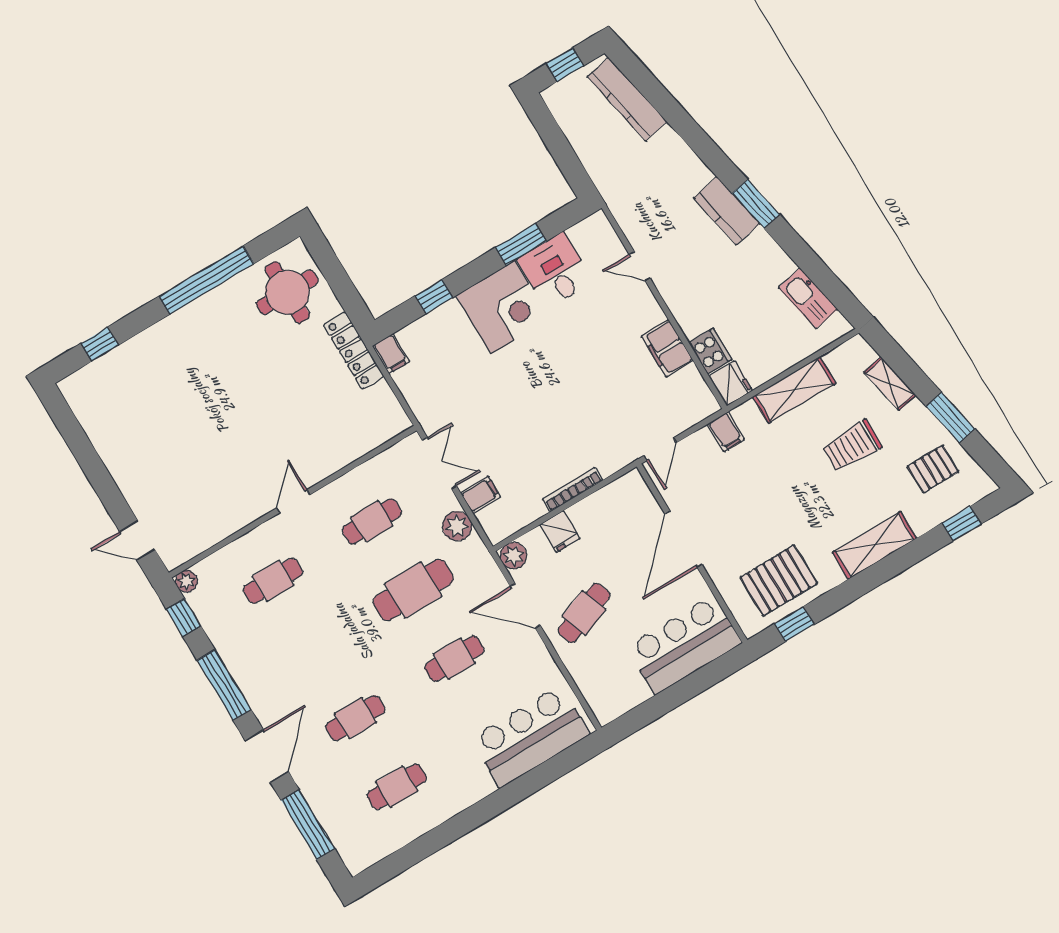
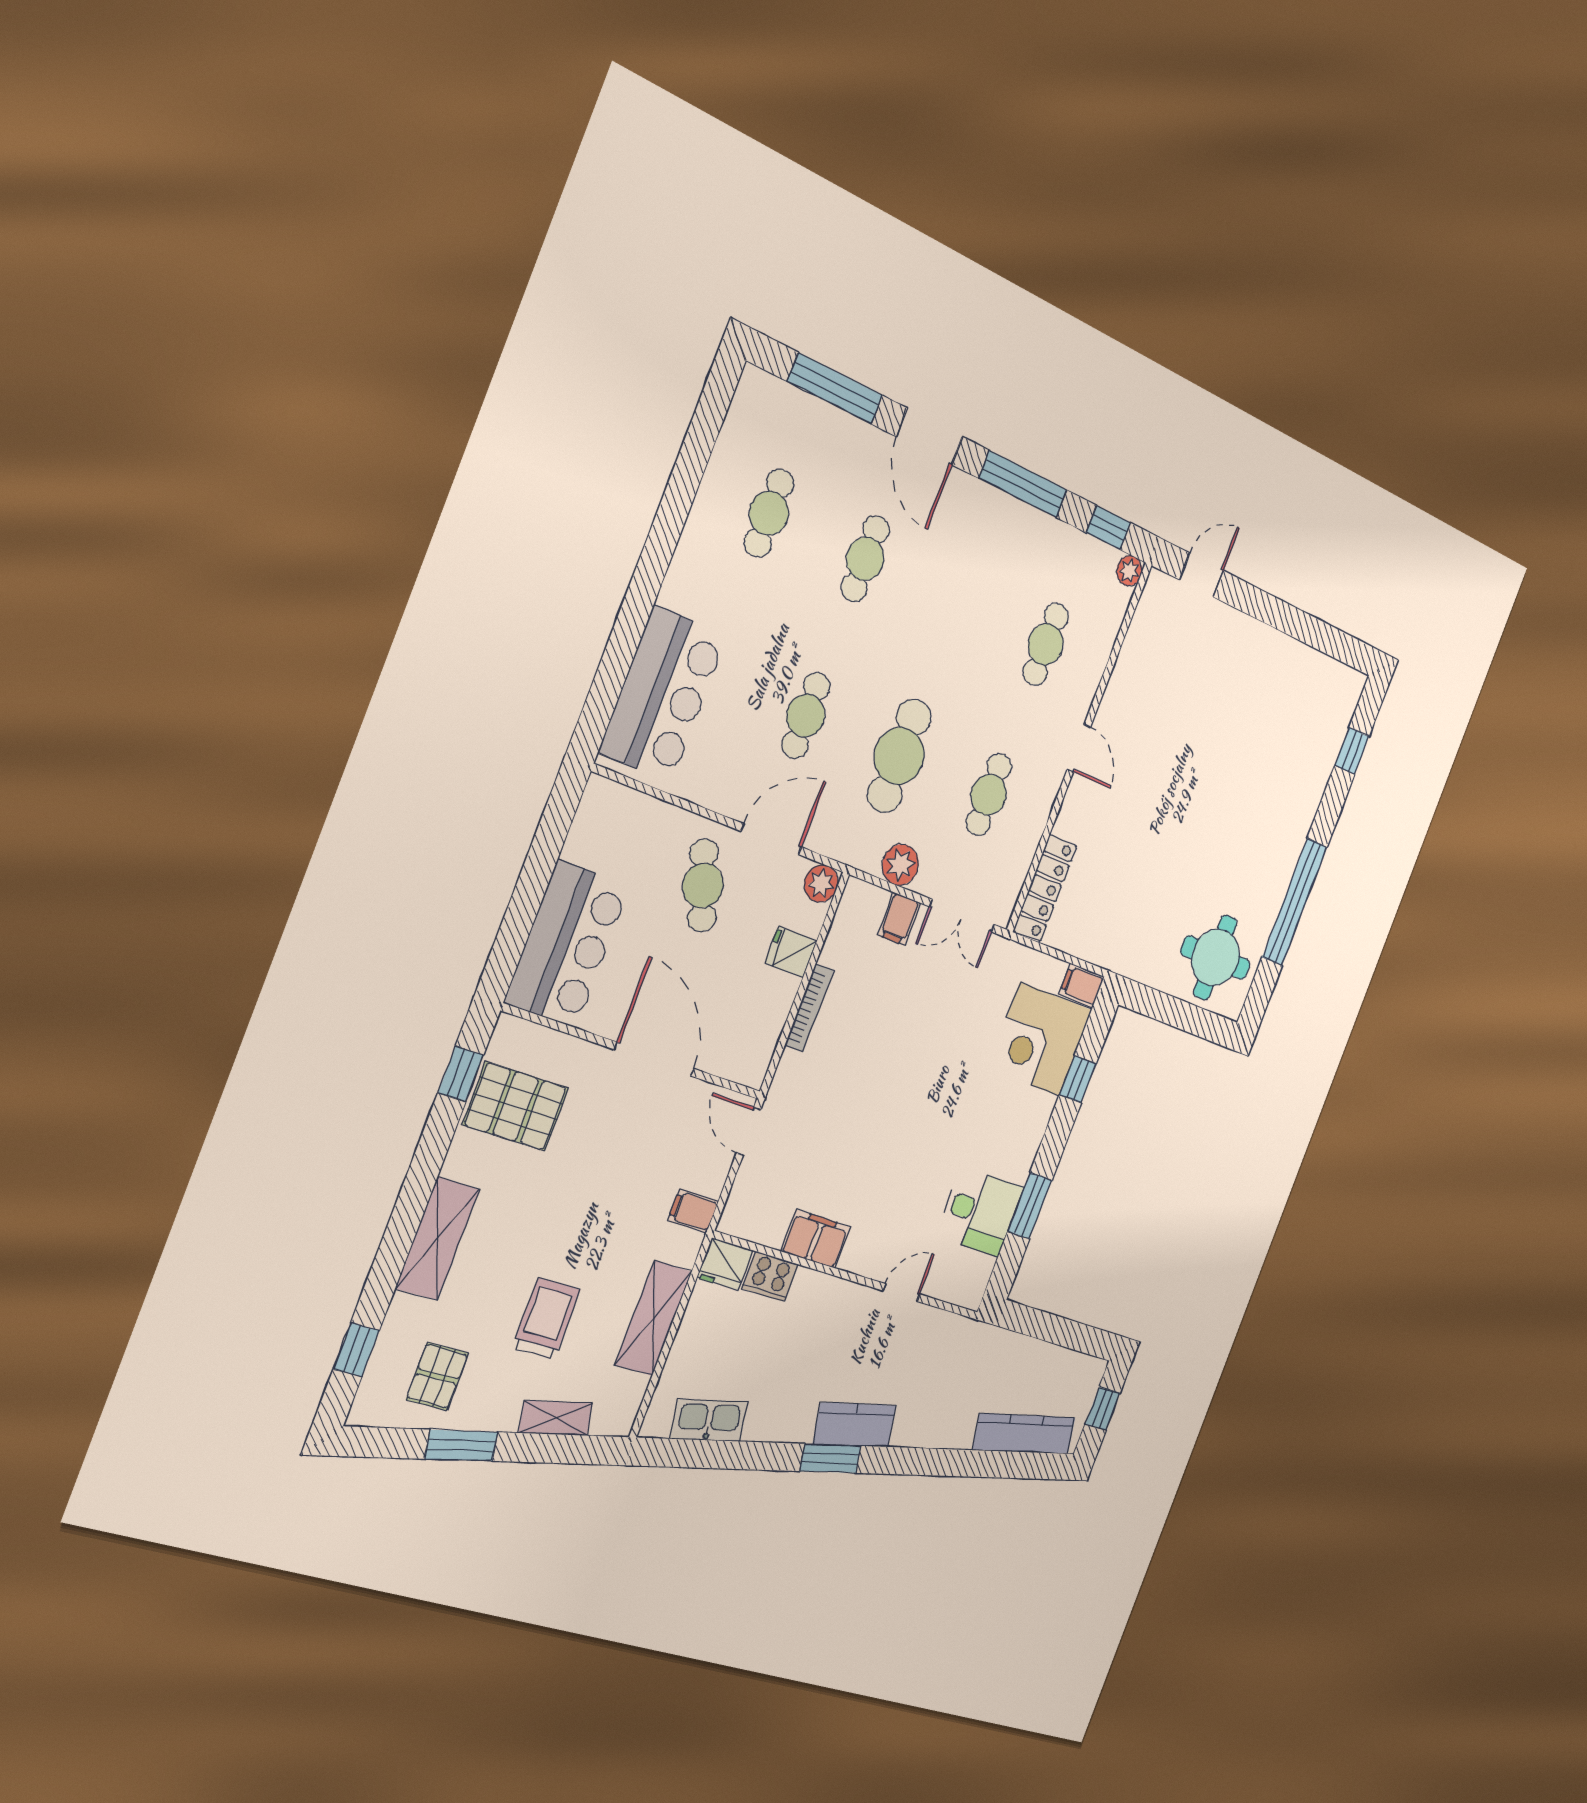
corner desk: (503, 307) -> (1040, 1039), moved
locker: (354, 350) -> (1045, 888), moved, turned 90
pallet: (779, 580) -> (516, 1106), turned 90

